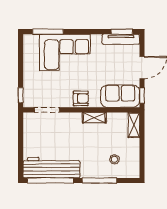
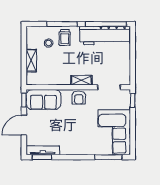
corner sofa: (65, 52) -> (114, 132), moved, turned -90
armchair: (81, 98) -> (79, 97), turned -90
shelving: (94, 118) -> (81, 80), moved
shelving: (134, 125) -> (31, 61), moved
trolley: (96, 165) -> (65, 38), added

